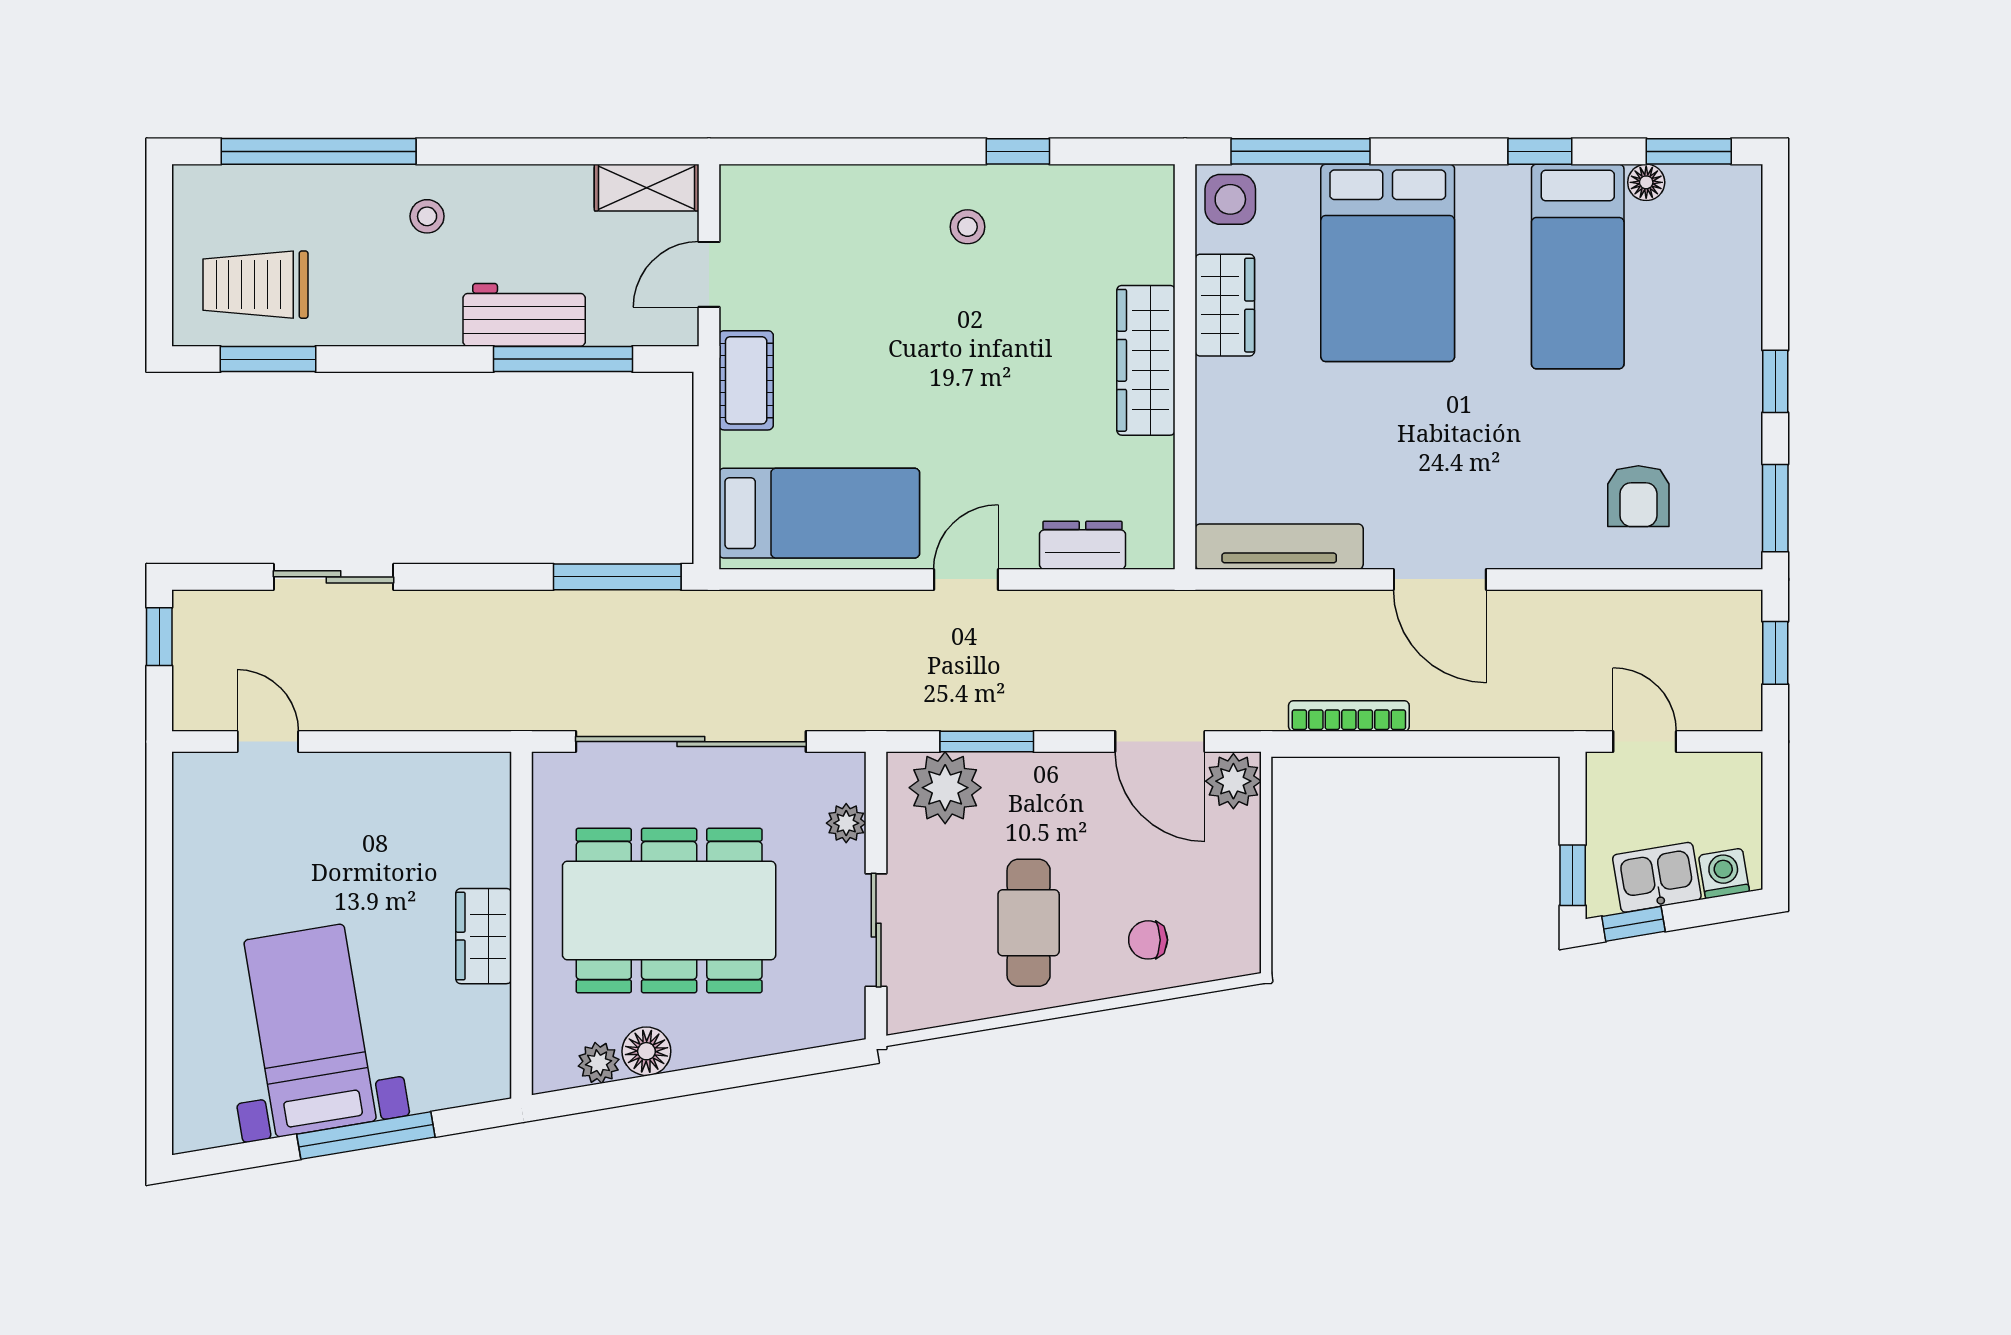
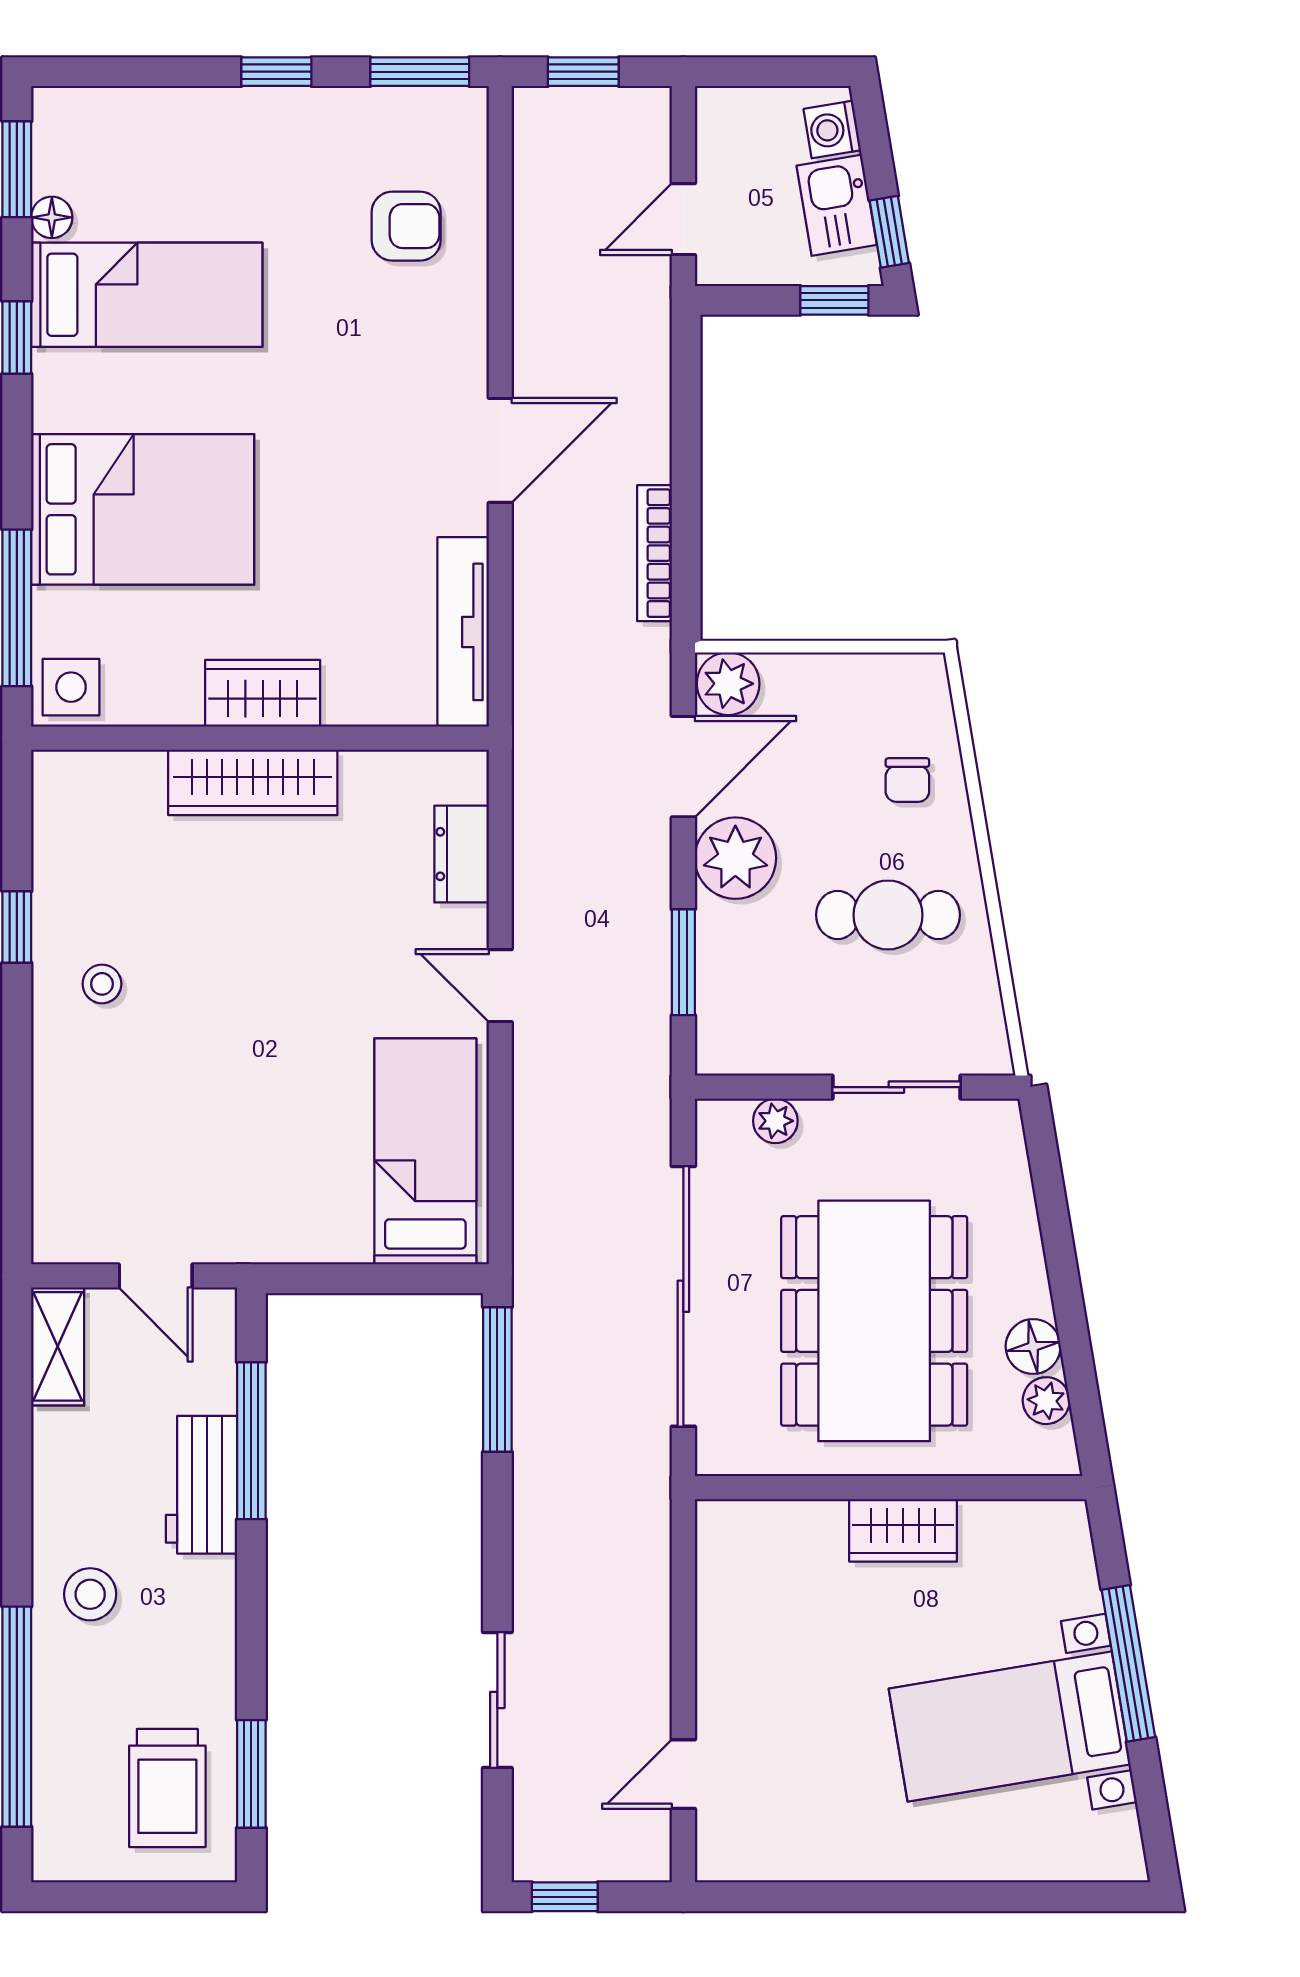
stool: (427, 216) -> (90, 1594), width x1.37, depth x1.37
wardrobe: (1225, 305) -> (263, 693), moved
cot: (746, 380) -> (275, 1234), removed
plant: (945, 788) -> (735, 858), moved

